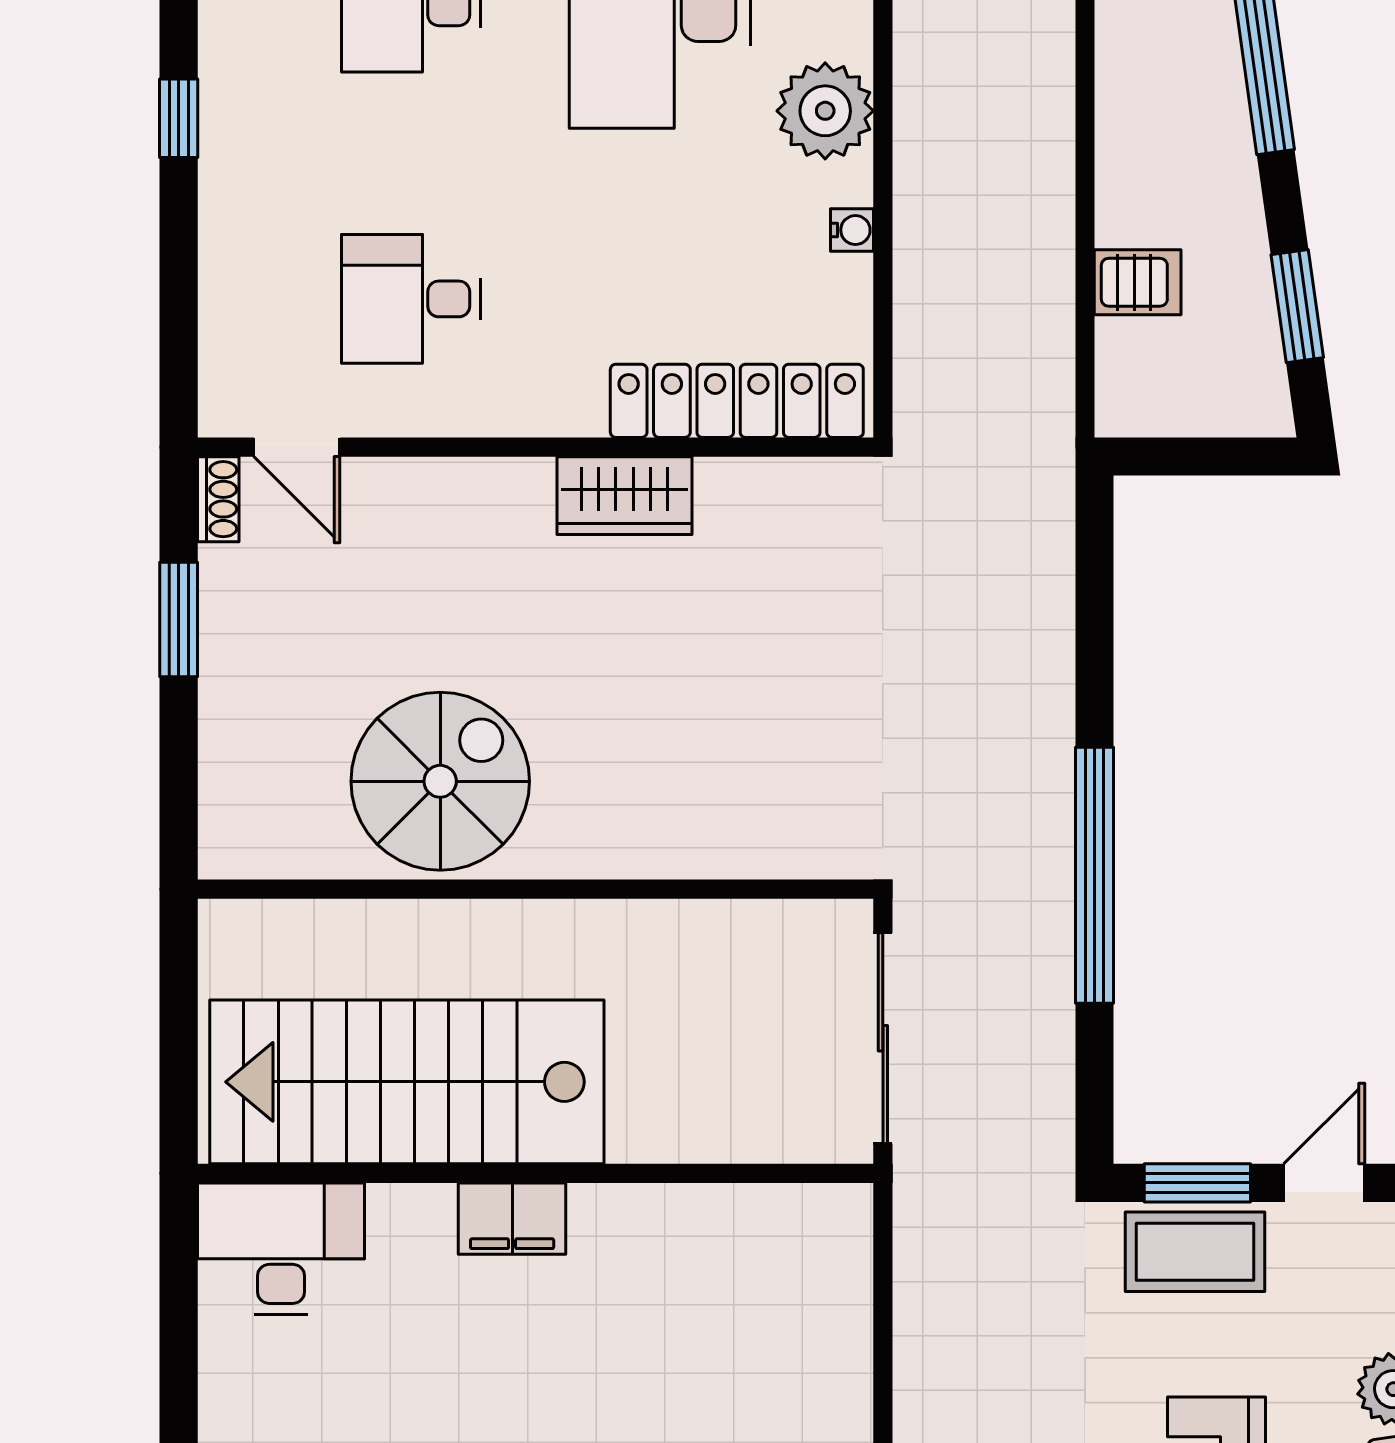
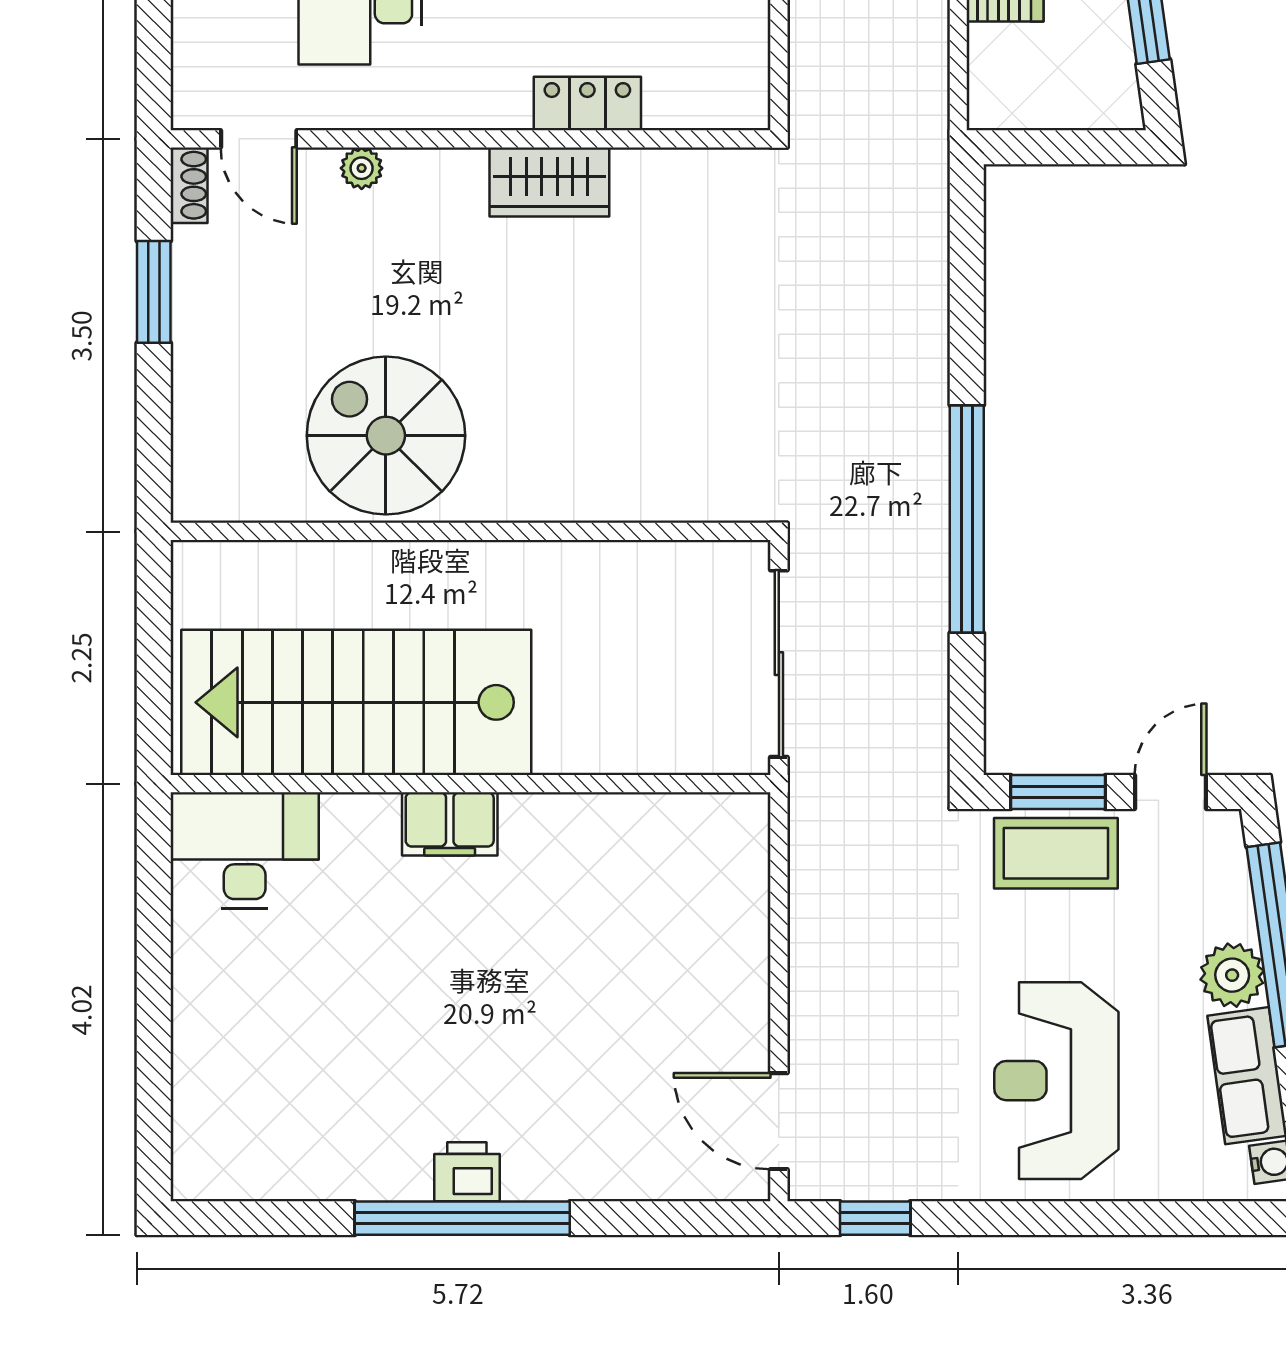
locker: (737, 401) -> (587, 104), width x0.46, depth x0.83
plant: (413, 480) -> (362, 168), added
spiral stairs: (440, 781) -> (386, 436), turned -90

